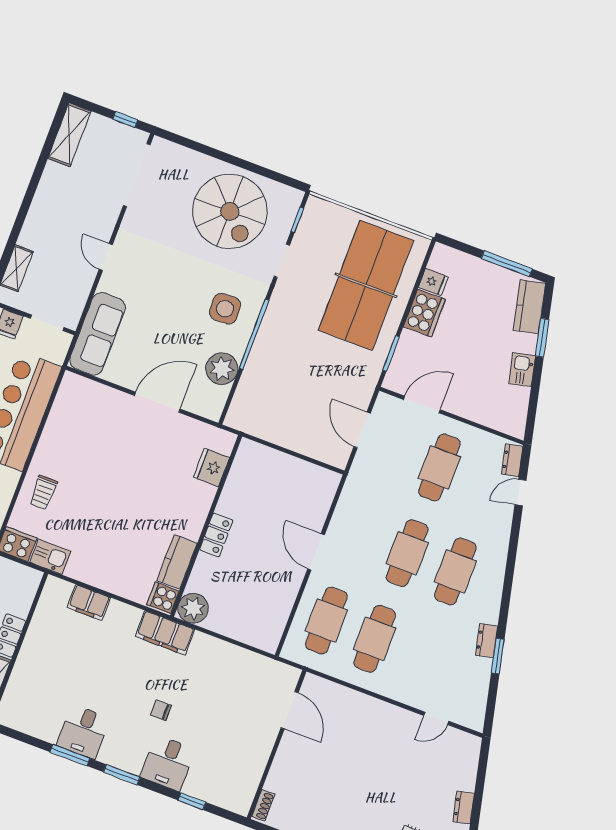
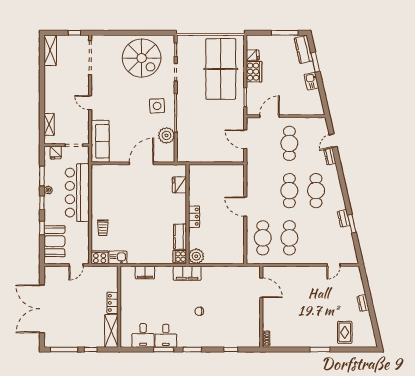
dresser: (512, 460) -> (330, 157), moved
desk: (168, 763) -> (143, 335), moved

